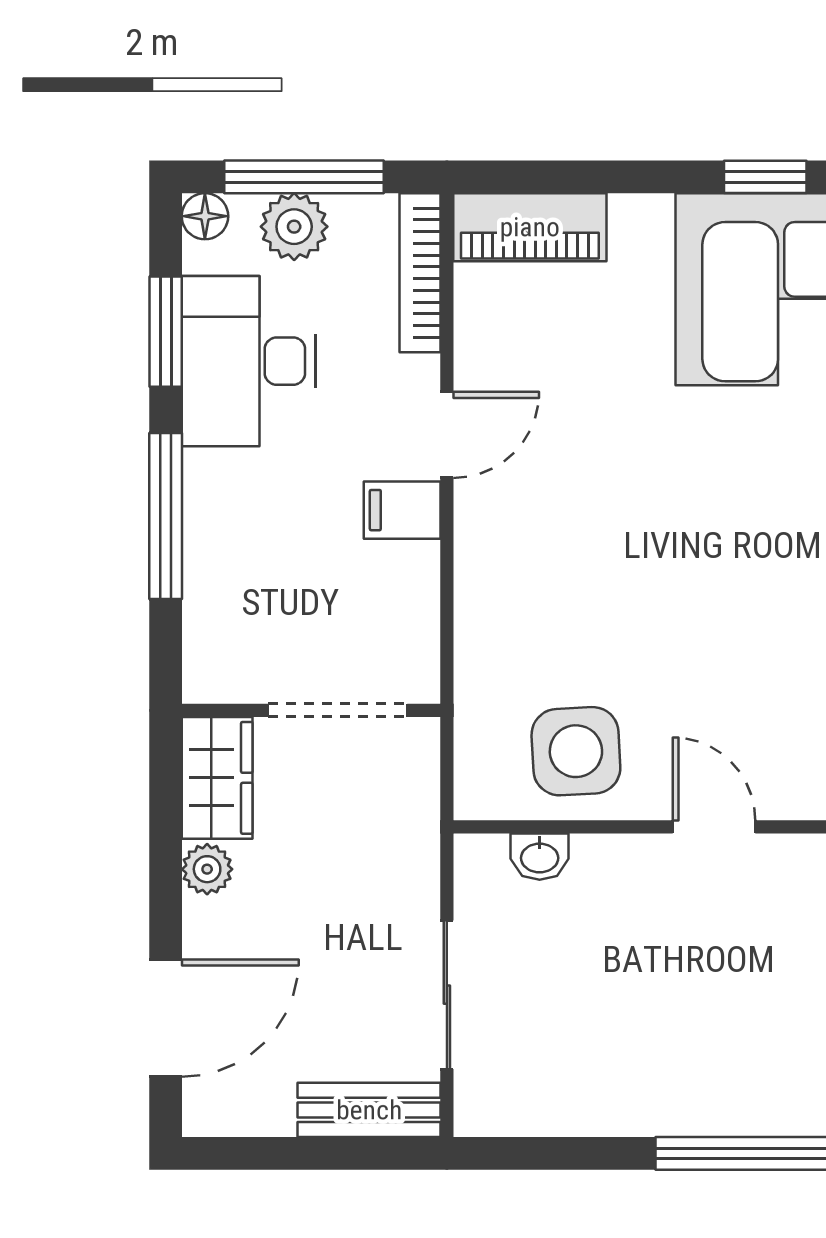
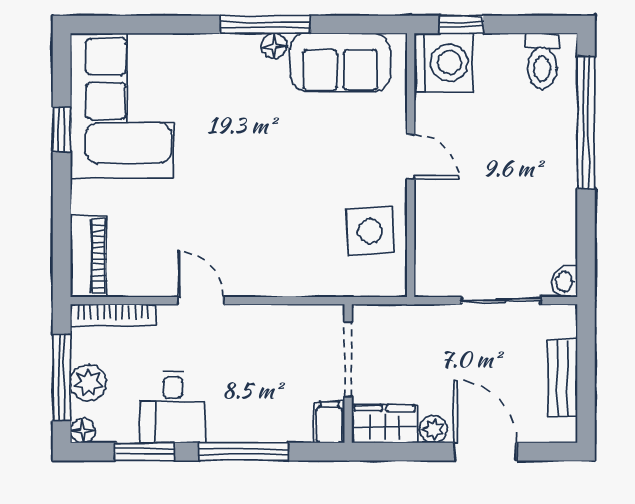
desk: (249, 361) -> (173, 407), width x0.73
filing cabinet: (402, 510) -> (329, 422), moved, turned 180
door: (714, 827) -> (411, 157), swing flipped
washbasin: (540, 857) -> (565, 282), moved, turned 180
door: (166, 1018) -> (485, 452), moved
bench: (369, 1110) -> (563, 378), moved

